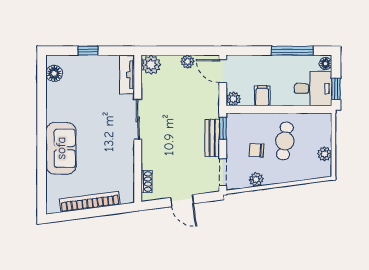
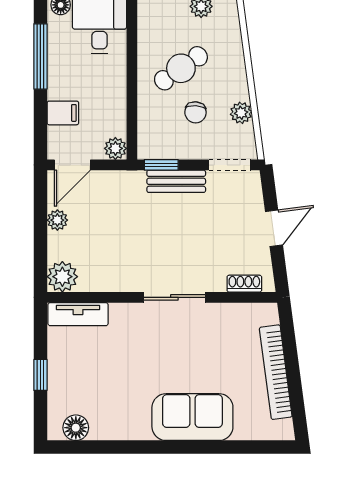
filing cabinet: (262, 96) -> (63, 113), moved, turned 180
sliding door: (138, 119) -> (174, 297), moved
cafe table: (285, 141) -> (181, 68), turned -43

